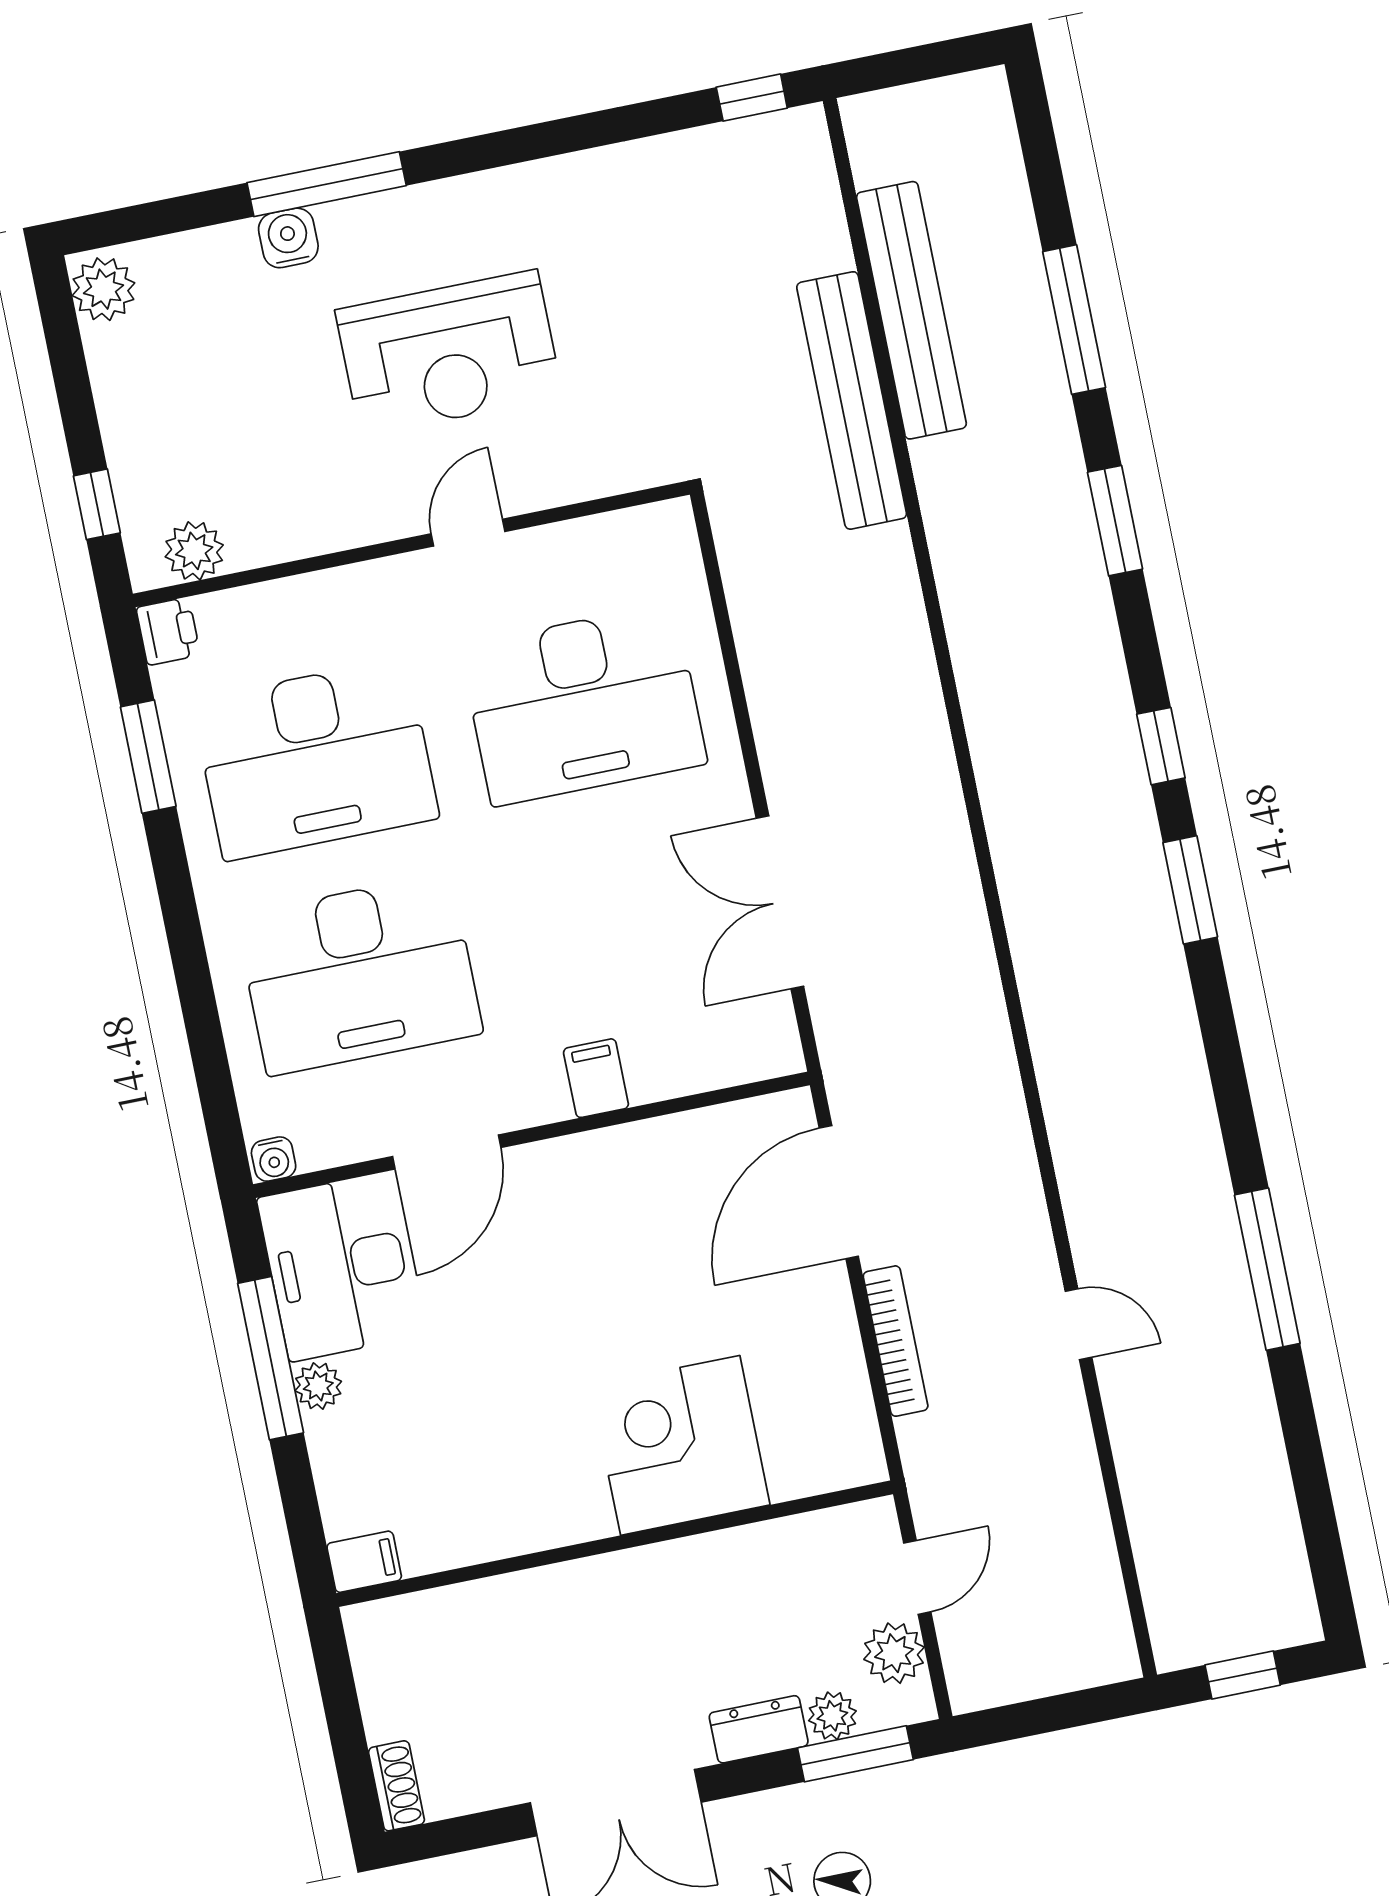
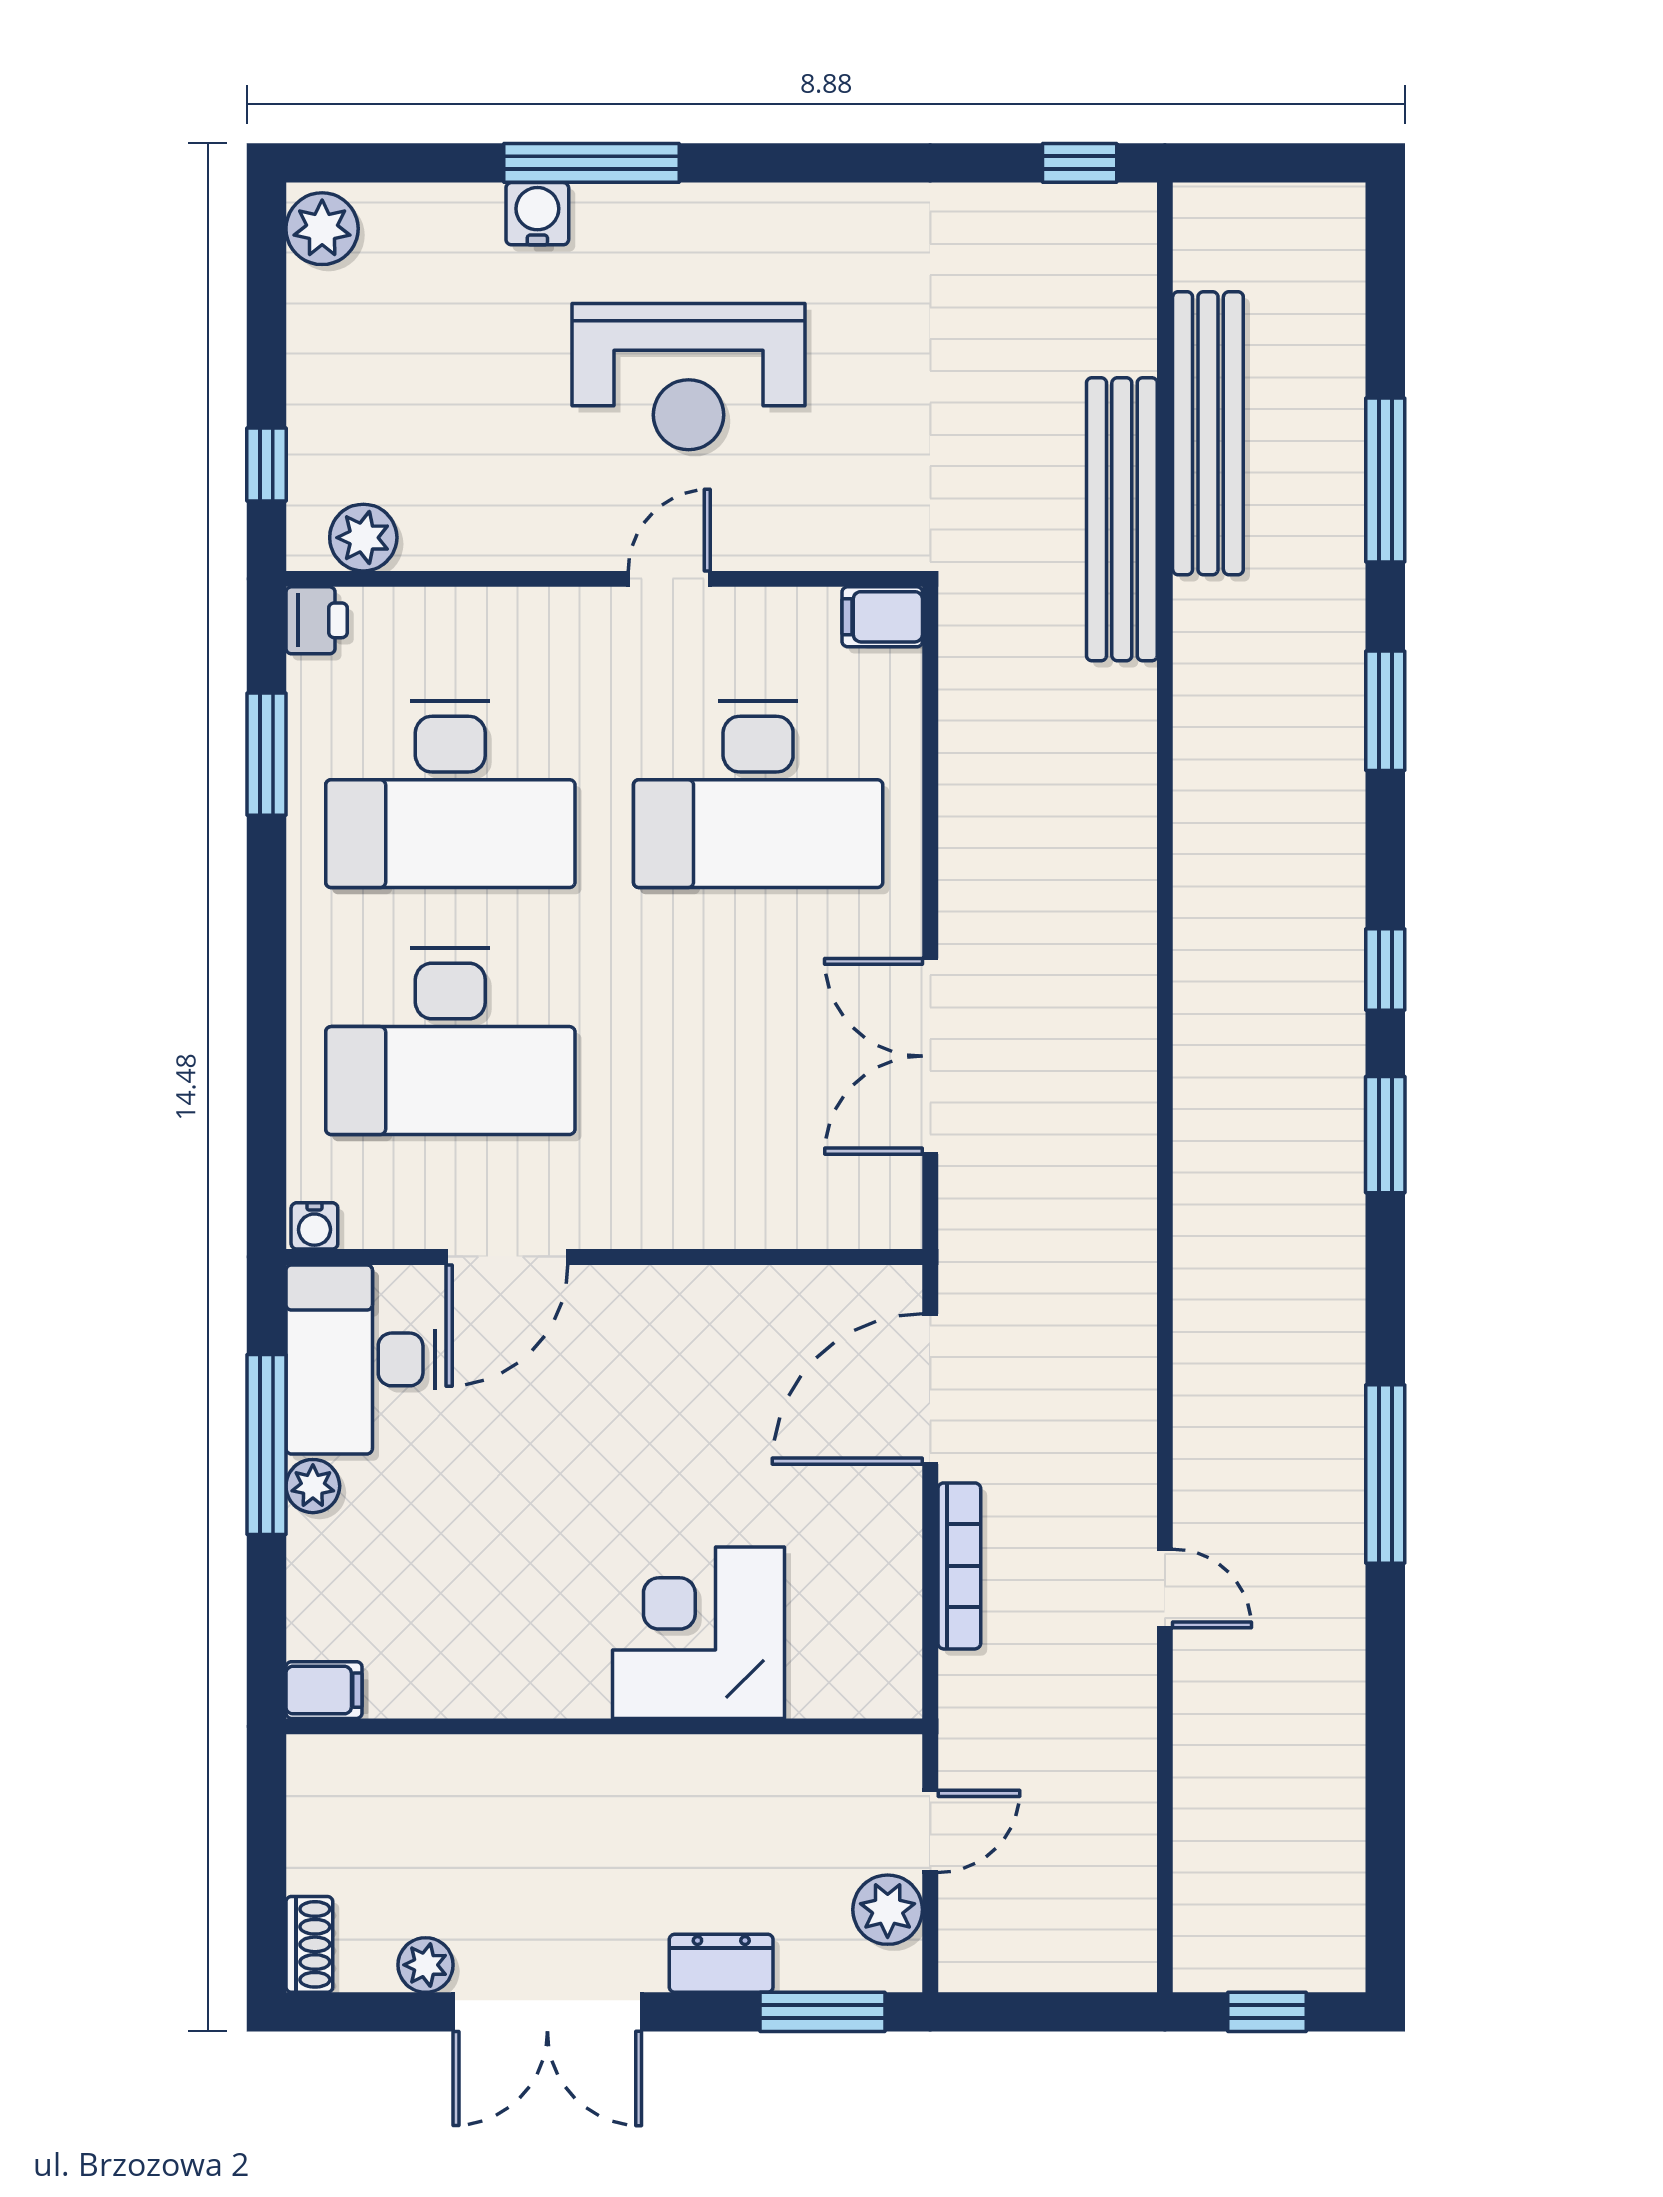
filing cabinet: (596, 1078) -> (882, 617), moved, turned -90
window: (1267, 1269) -> (1385, 1474), moved
plant: (832, 1716) -> (426, 1965), moved

